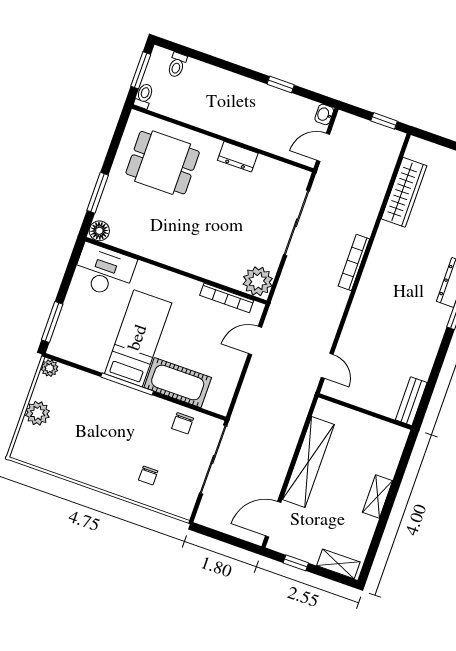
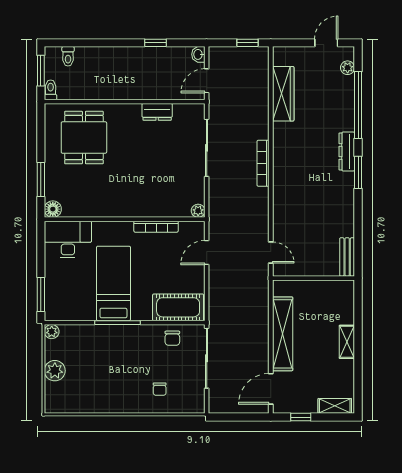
dresser: (238, 157) -> (157, 112), moved
dining table: (163, 163) -> (84, 138), turned 90
plant: (258, 281) -> (198, 211), width x0.53, depth x0.53
bookcase: (227, 298) -> (156, 227), moved
cot: (178, 383) -> (178, 307), moved

